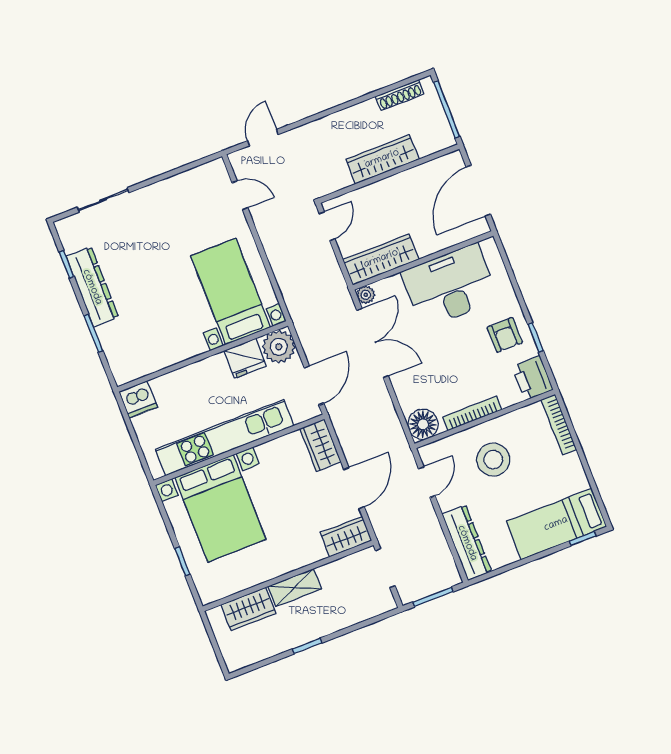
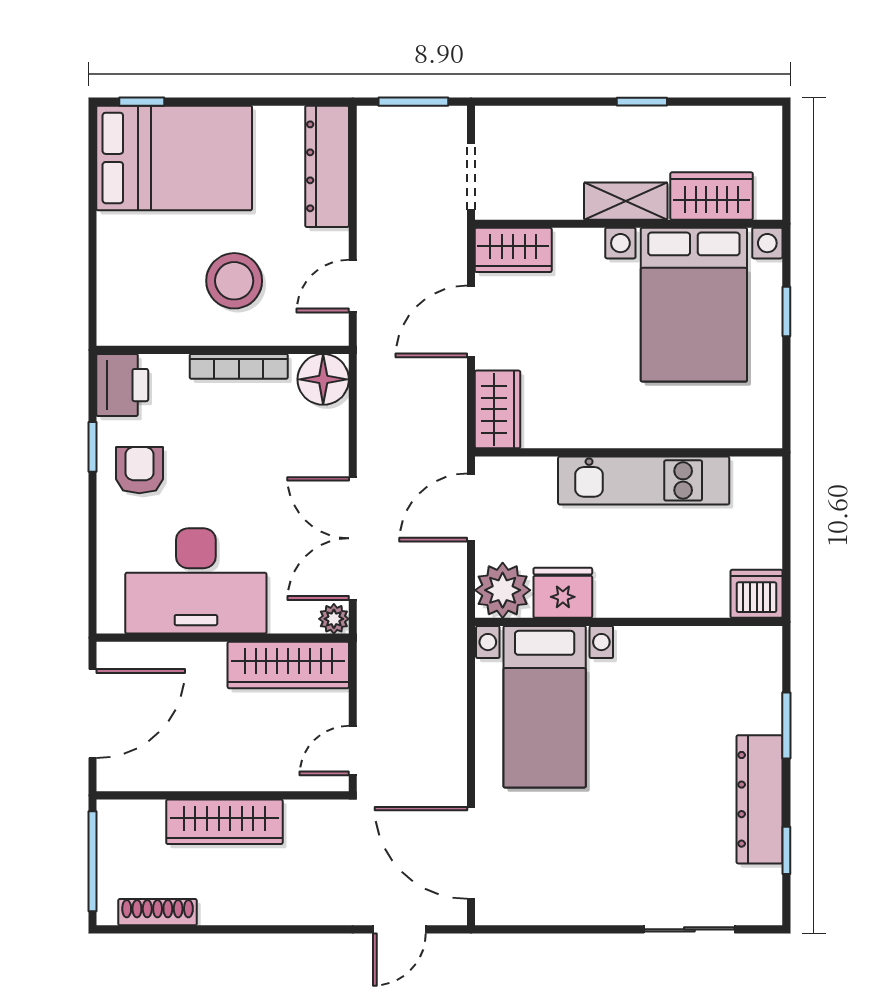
door: (240, 195) -> (471, 853), width x1.88
bookcase: (559, 425) -> (109, 296), removed
kitchen unit: (225, 438) -> (644, 480), width x0.73
bed with nightstands: (220, 508) -> (694, 305), moved, turned 180
bed: (556, 524) -> (174, 158), width x1.50

